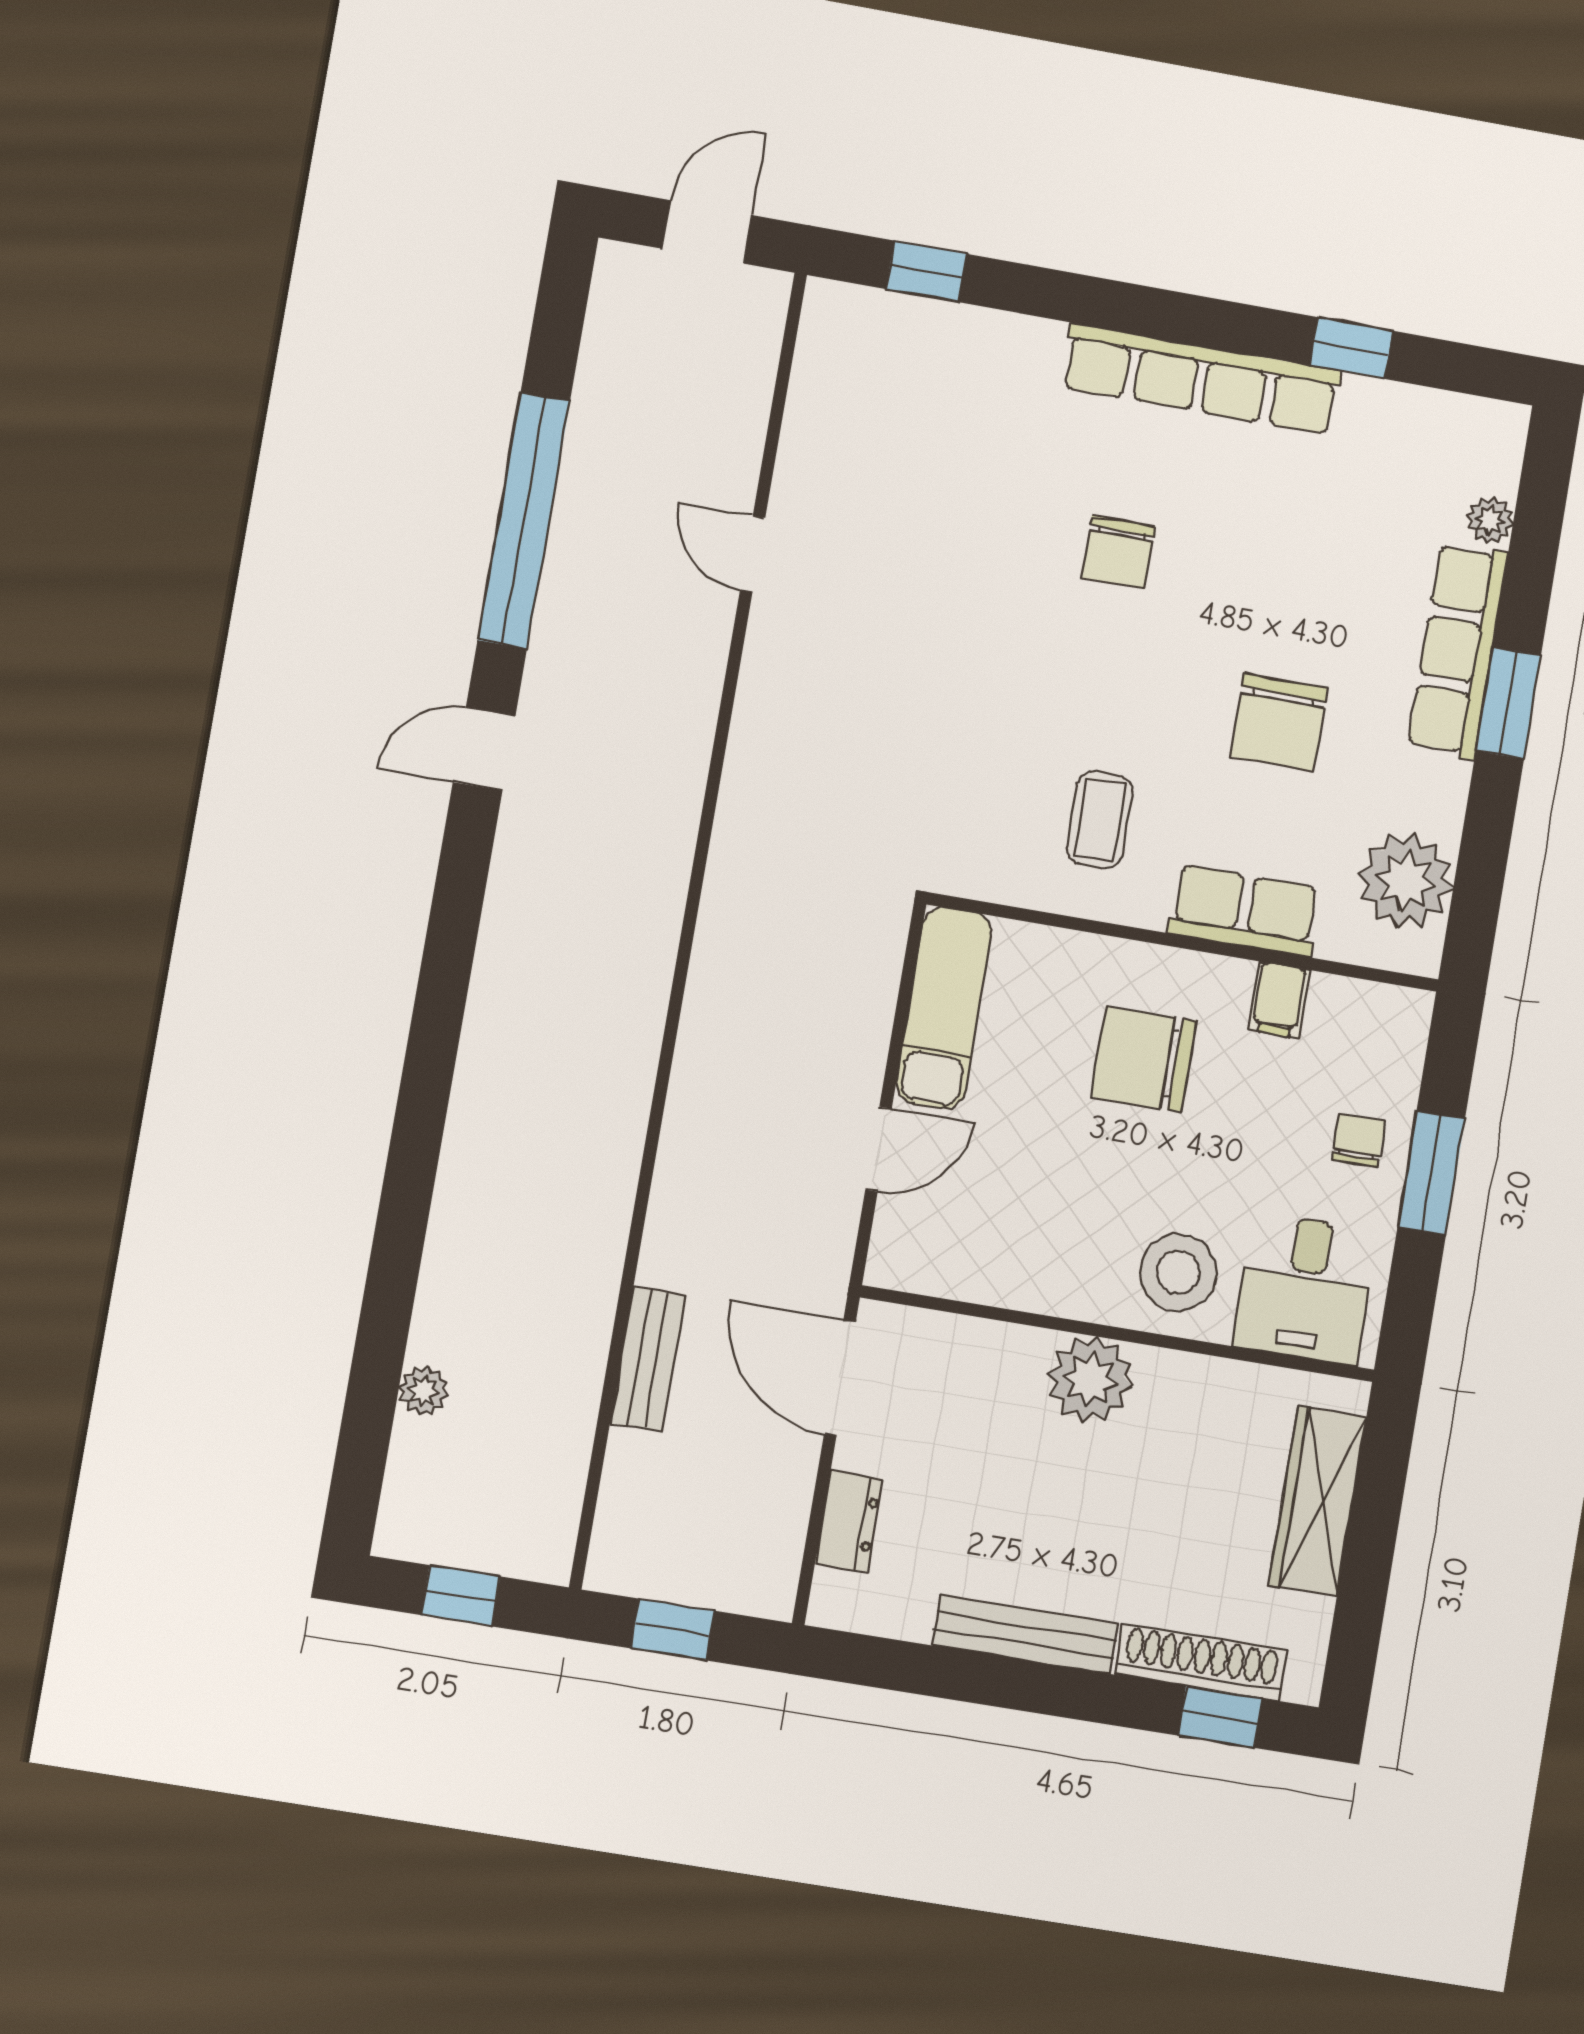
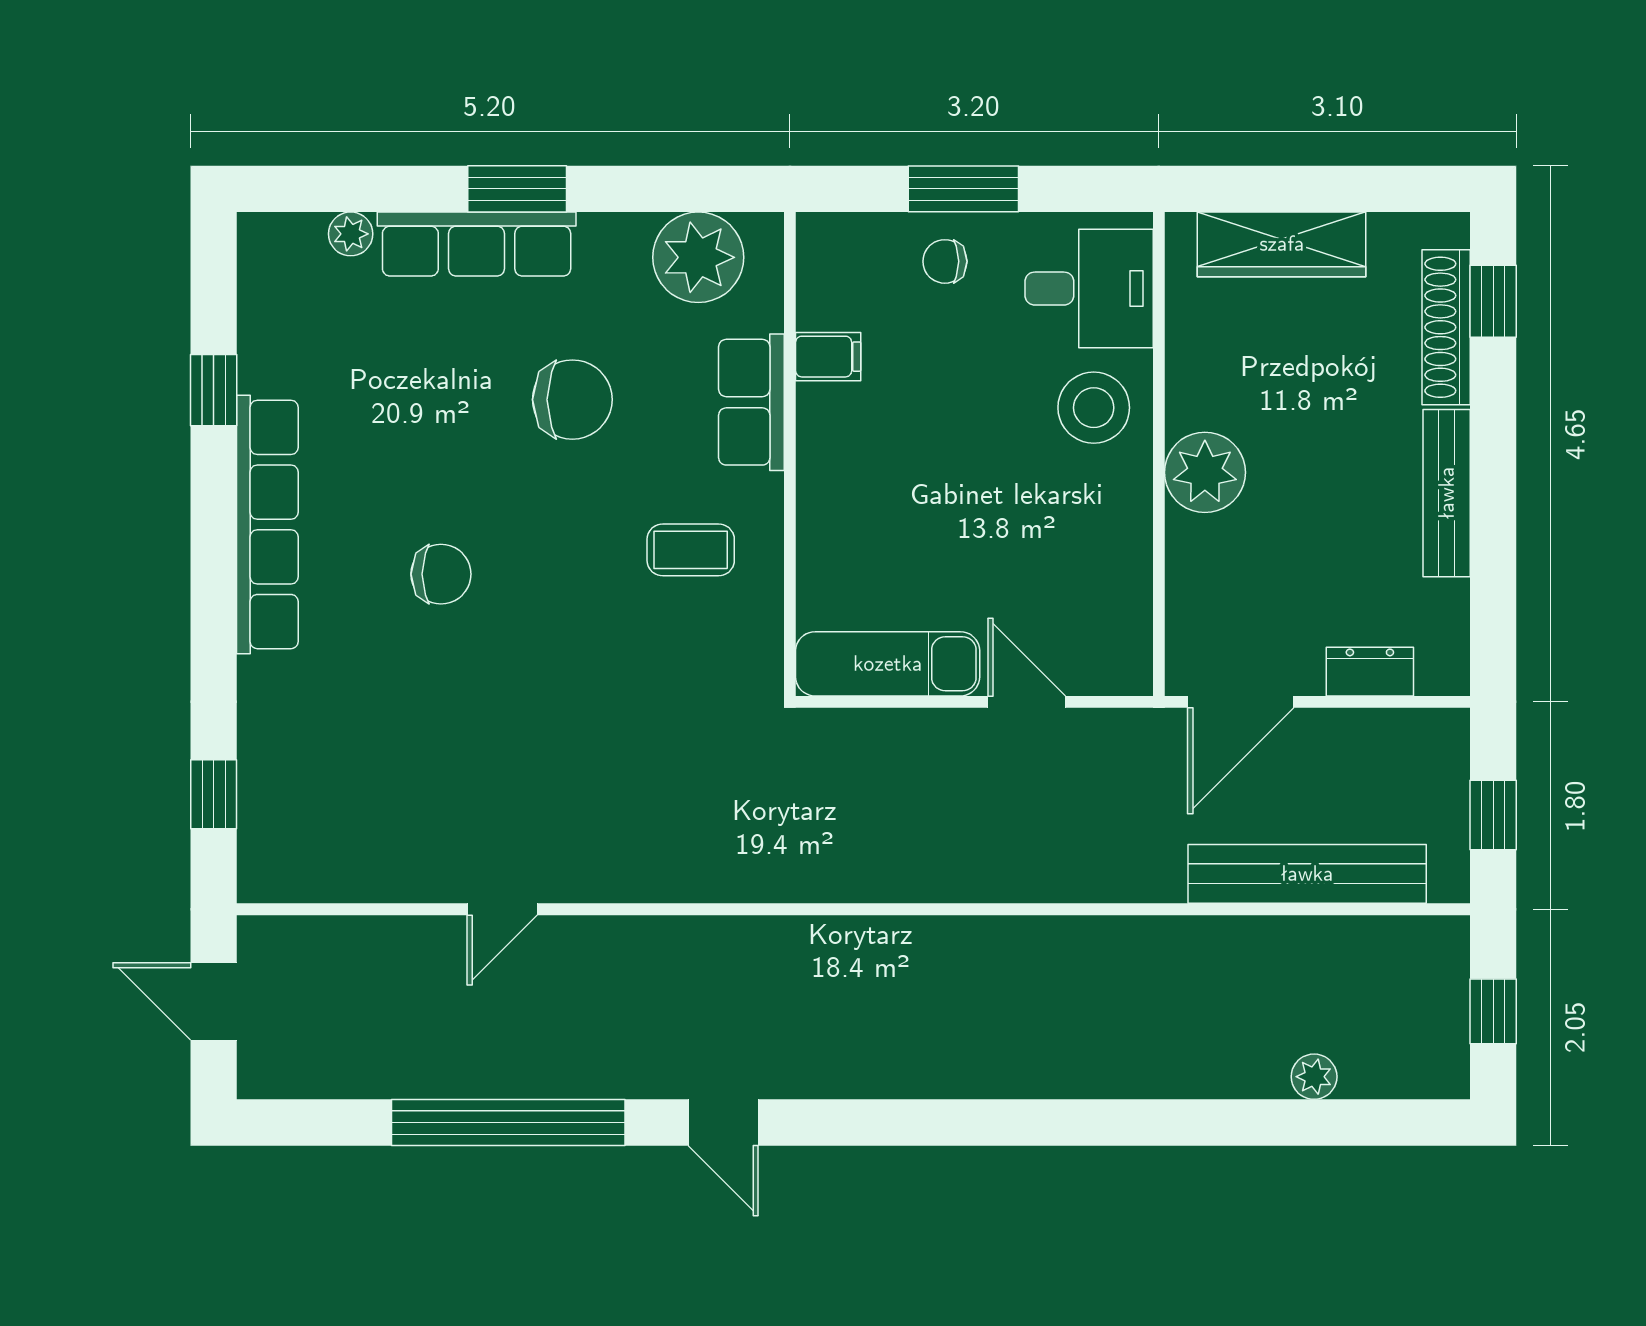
chair: (1144, 1059) -> (903, 472), removed
bench: (648, 1359) -> (1307, 874), width x1.86, depth x1.21

